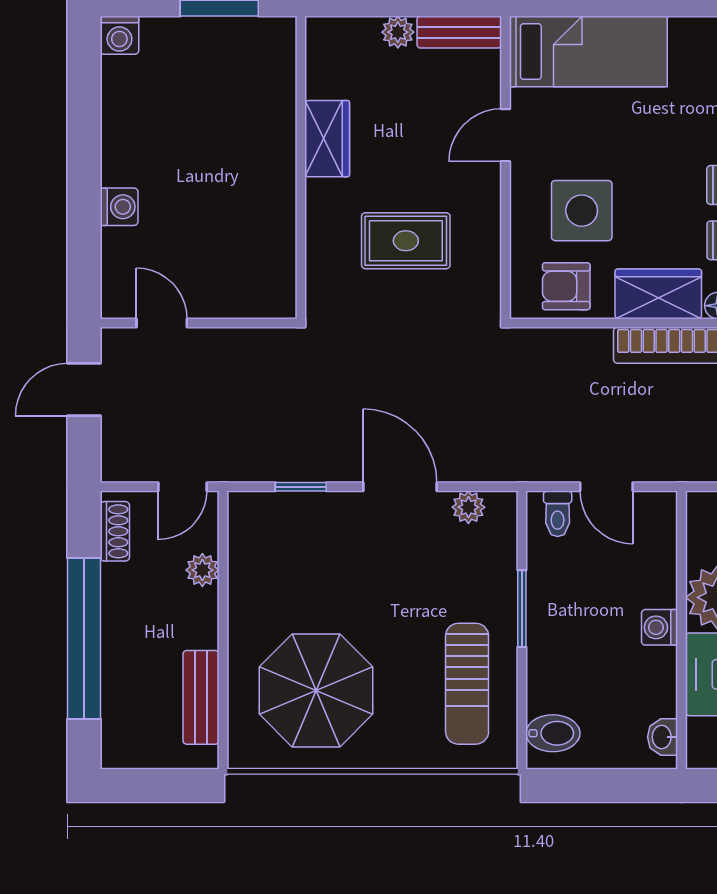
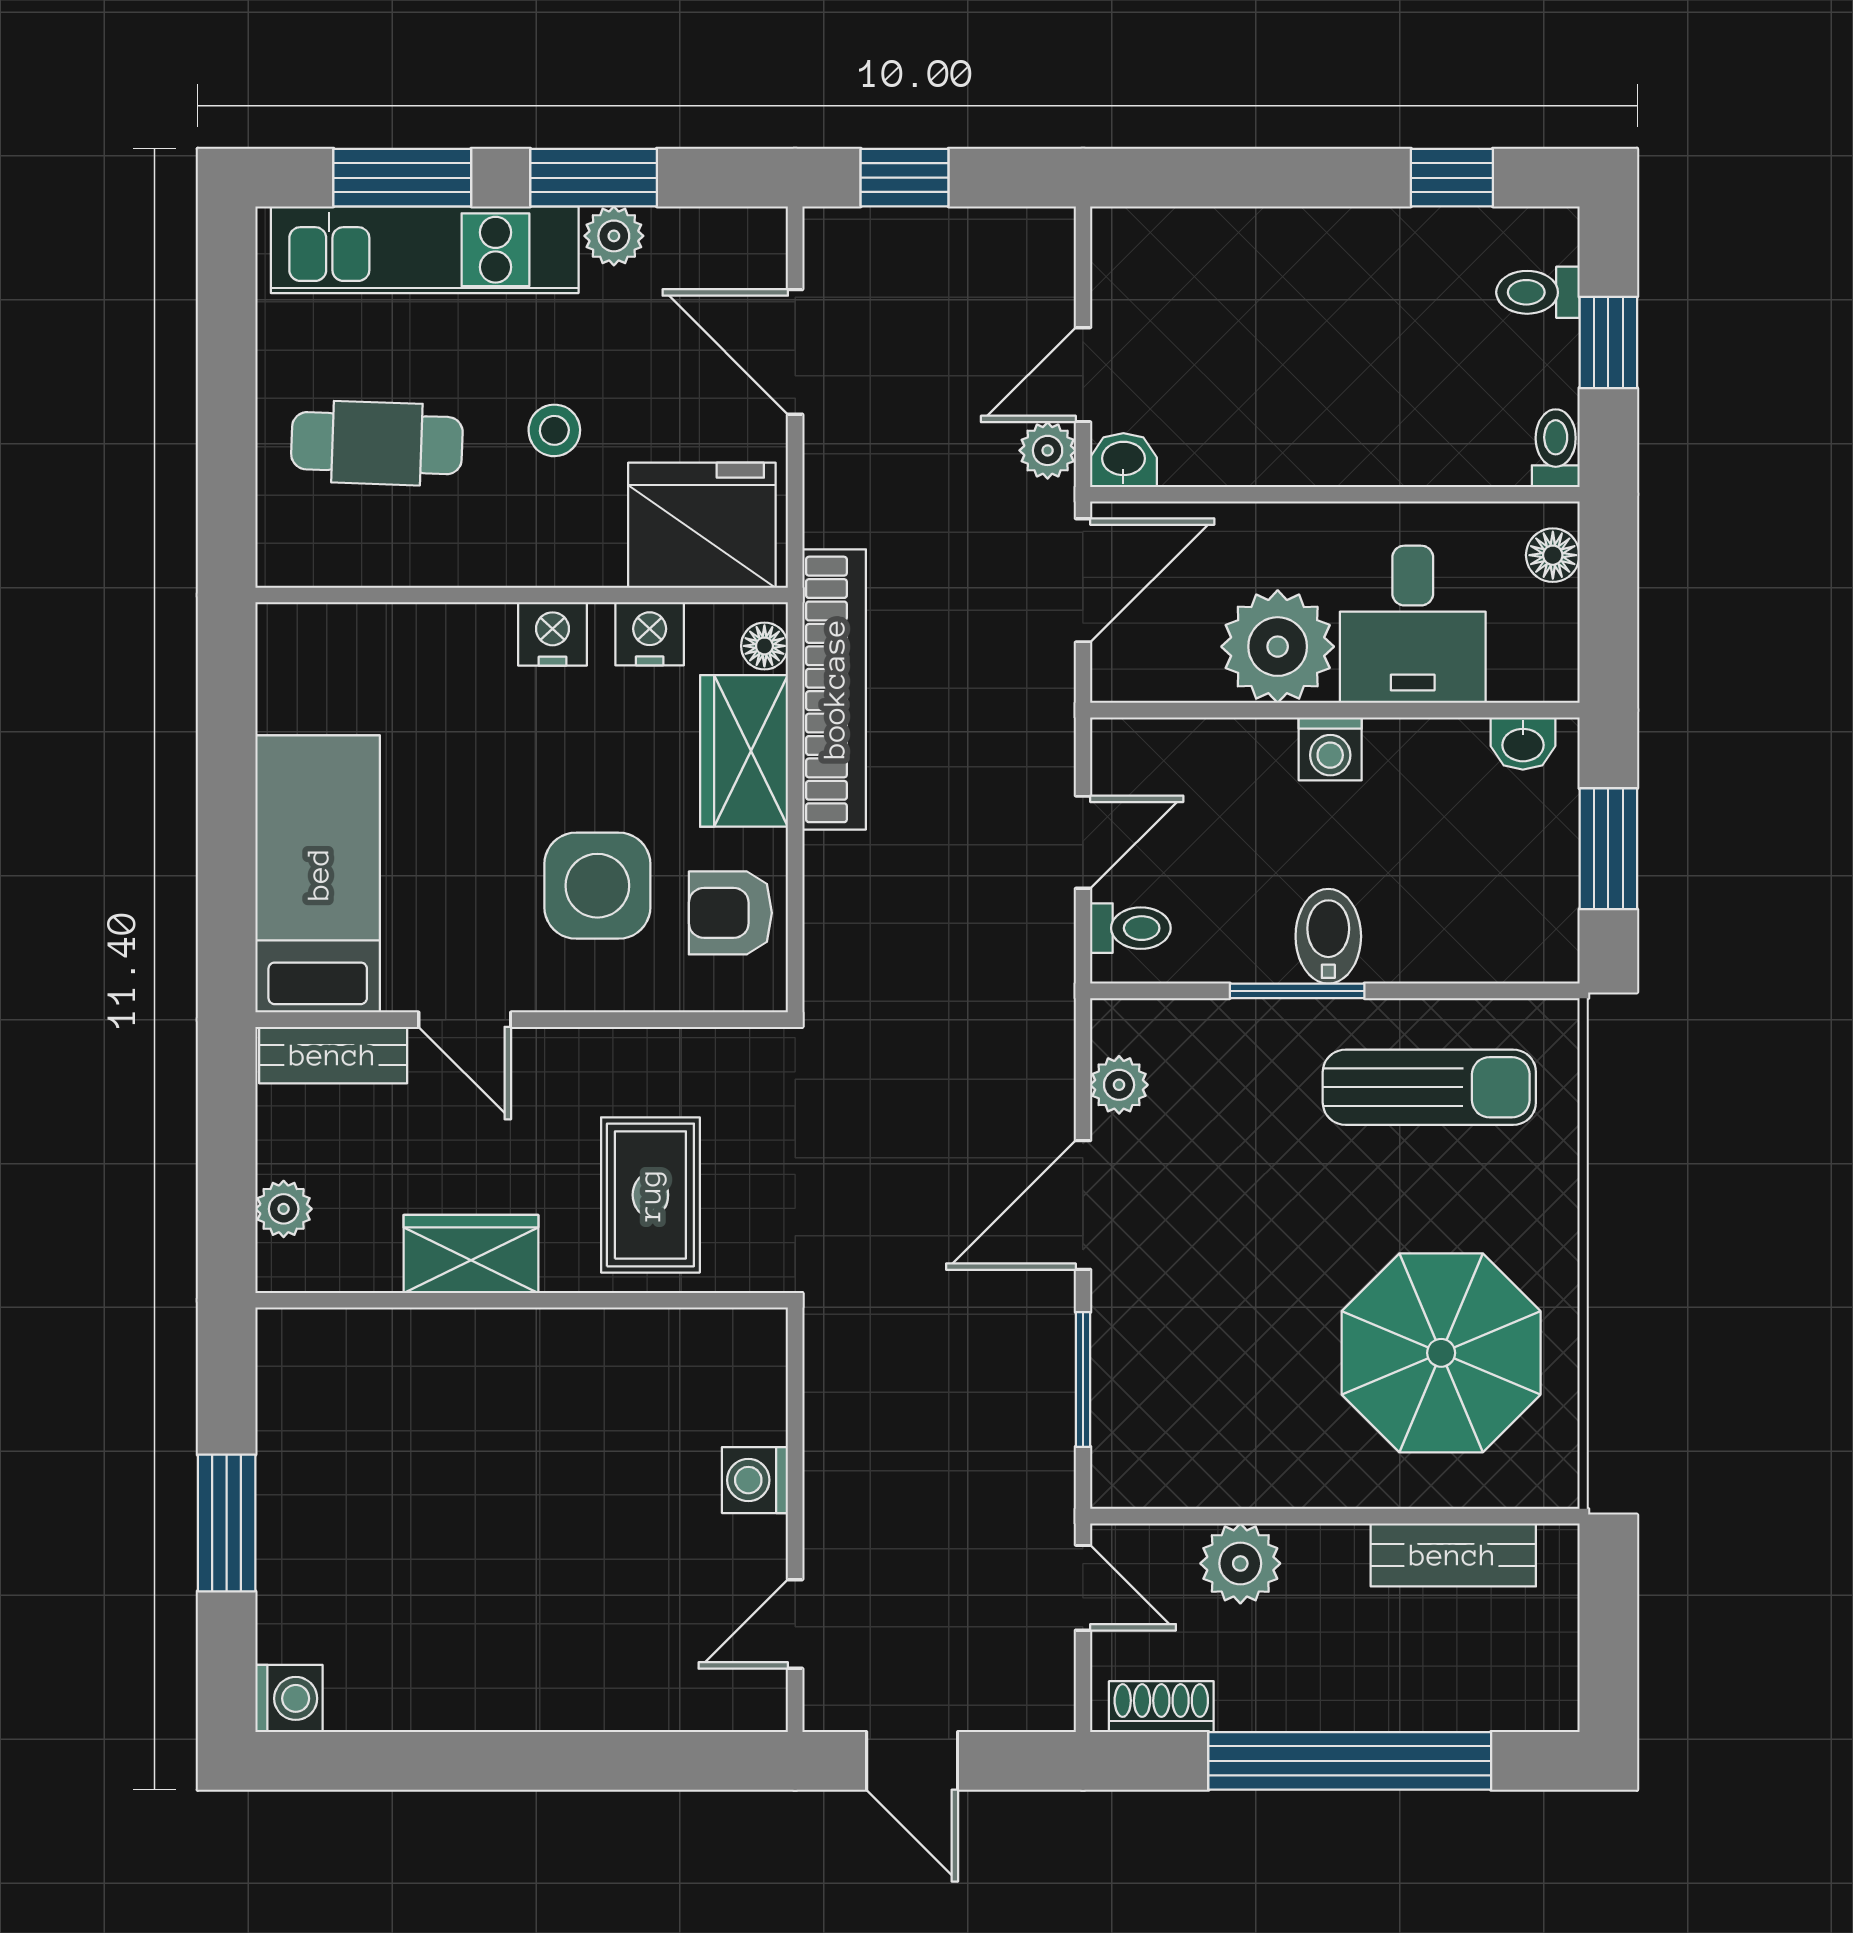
bench: (459, 32) -> (333, 1055), moved, turned 90
wardrobe: (327, 139) -> (471, 1254), moved
wall: (301, 167) -> (522, 1300), moved
washing machine: (119, 207) -> (755, 1480), moved, turned -90
armchair: (566, 286) -> (730, 913), turned 90
window: (301, 487) -> (1083, 1379), width x1.50
plant: (202, 570) -> (1240, 1563), width x1.38, depth x1.38
bidet: (553, 733) -> (1328, 936), moved
window: (603, 786) -> (1608, 849), added

